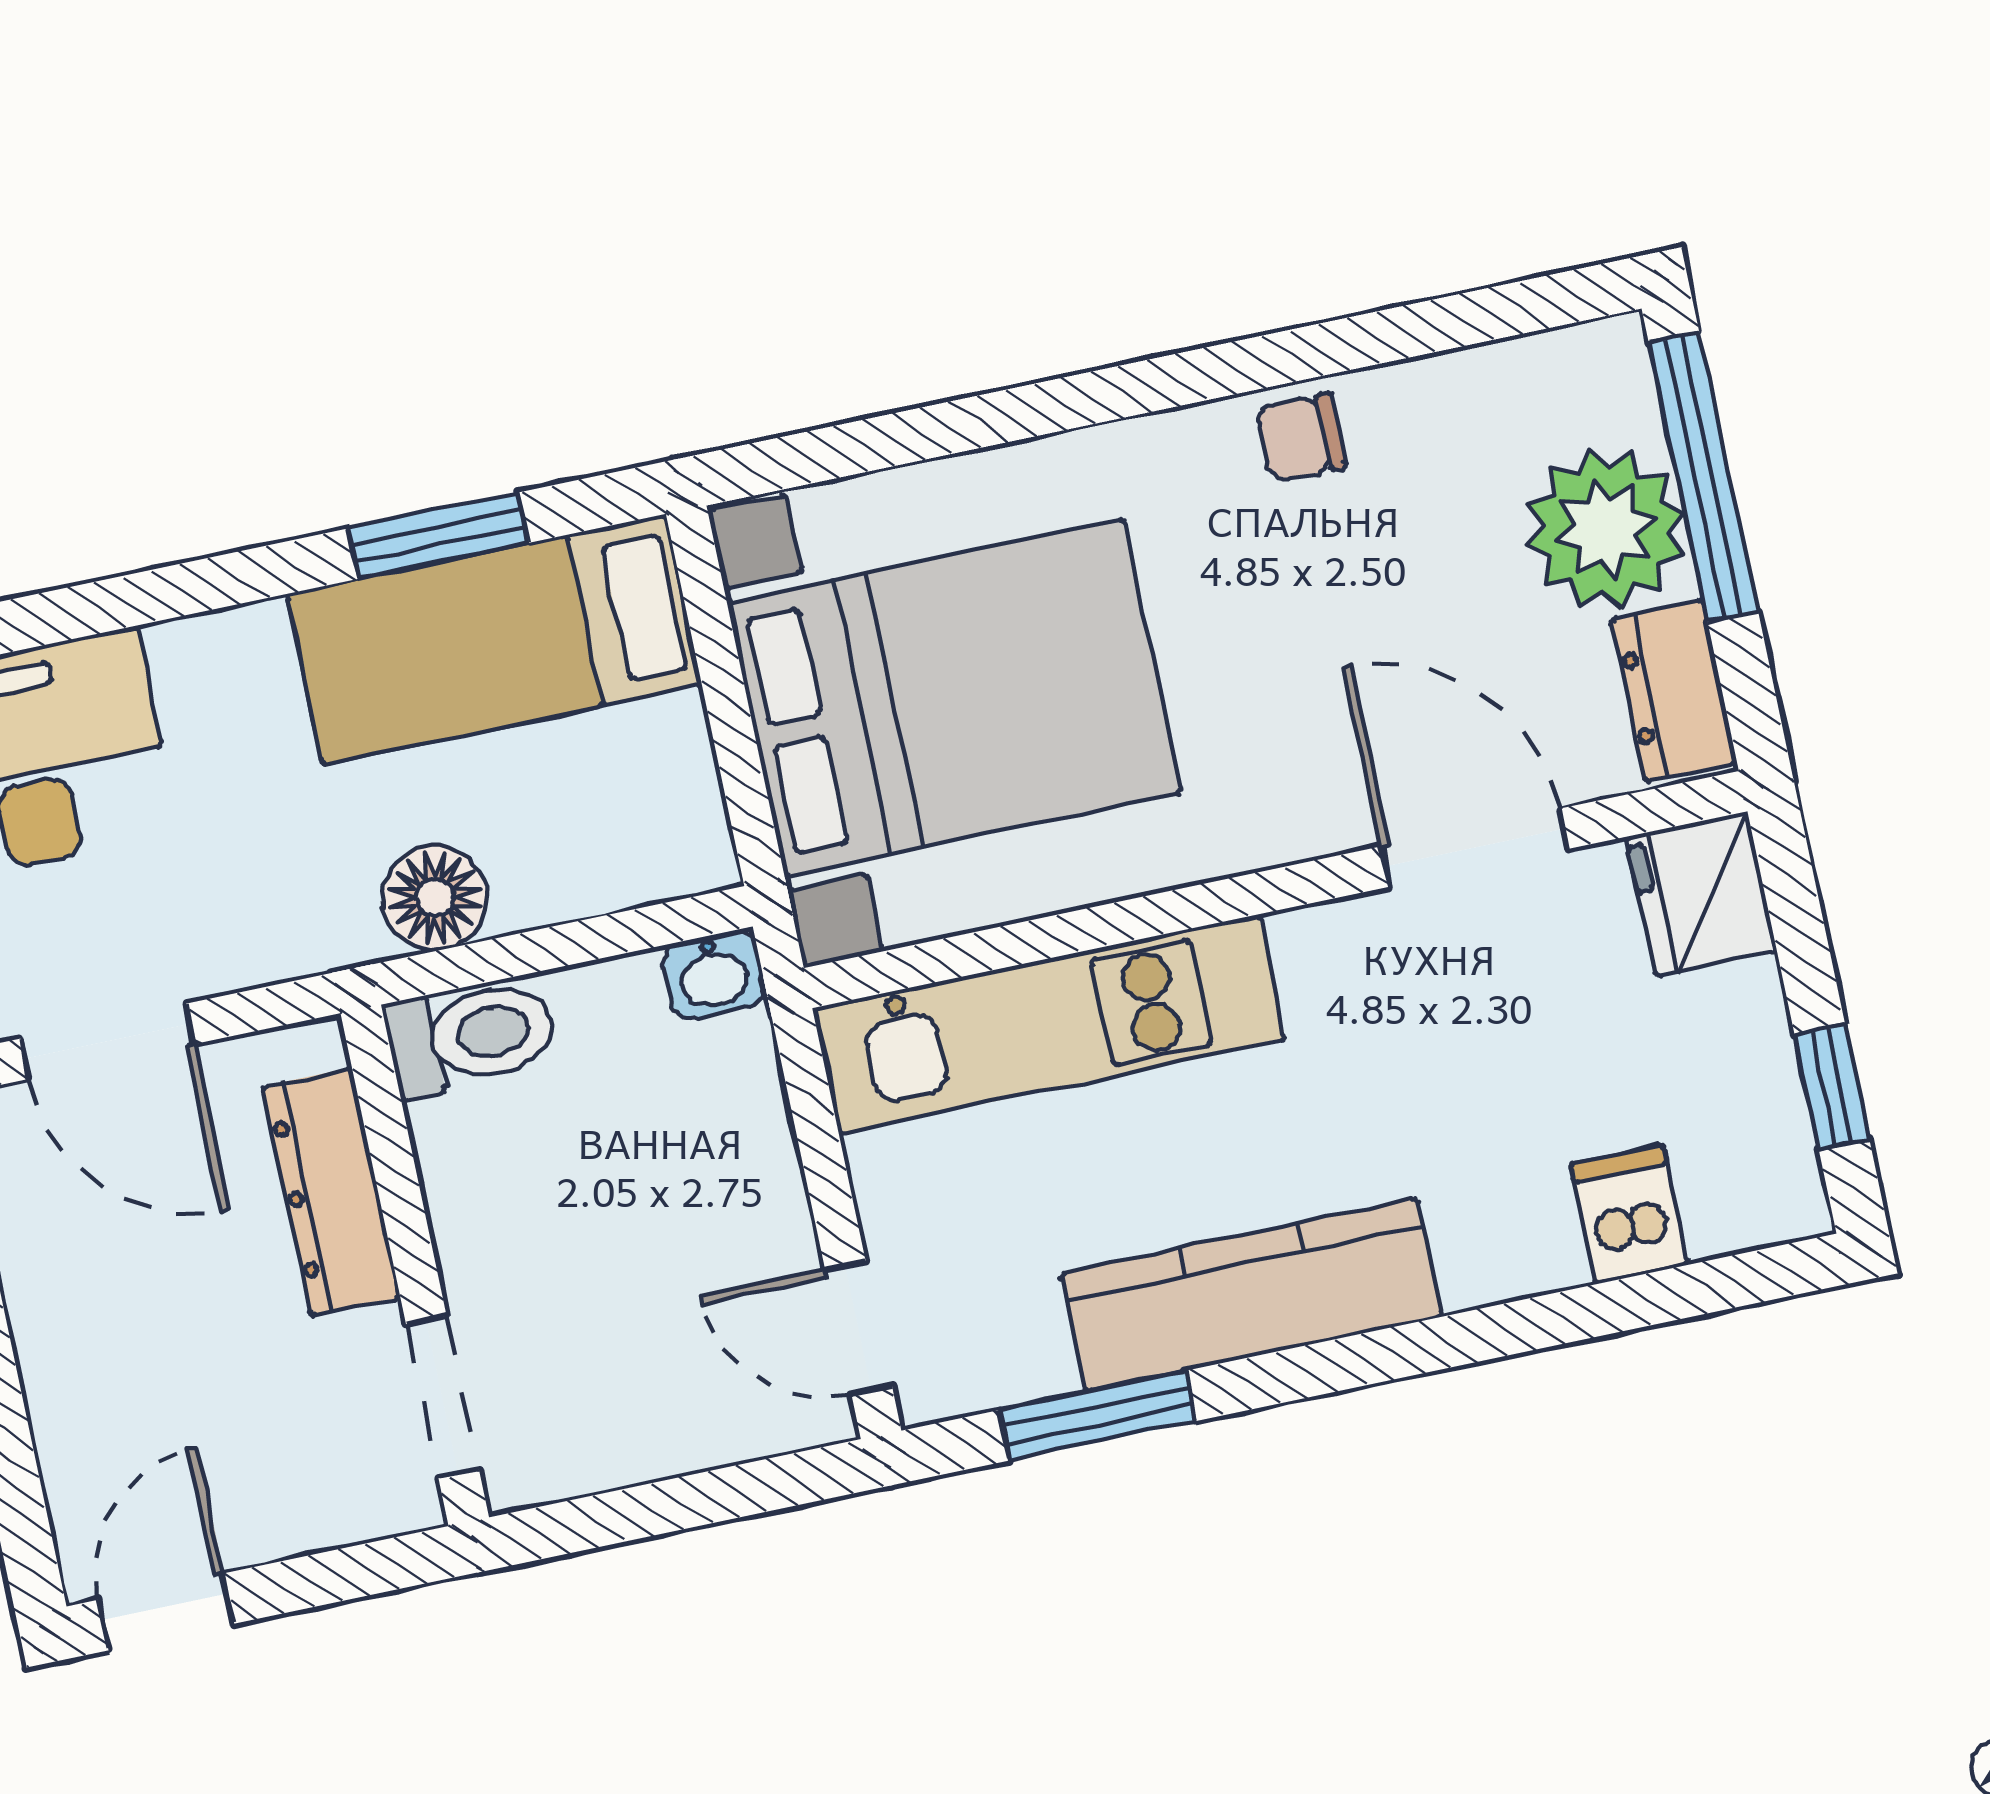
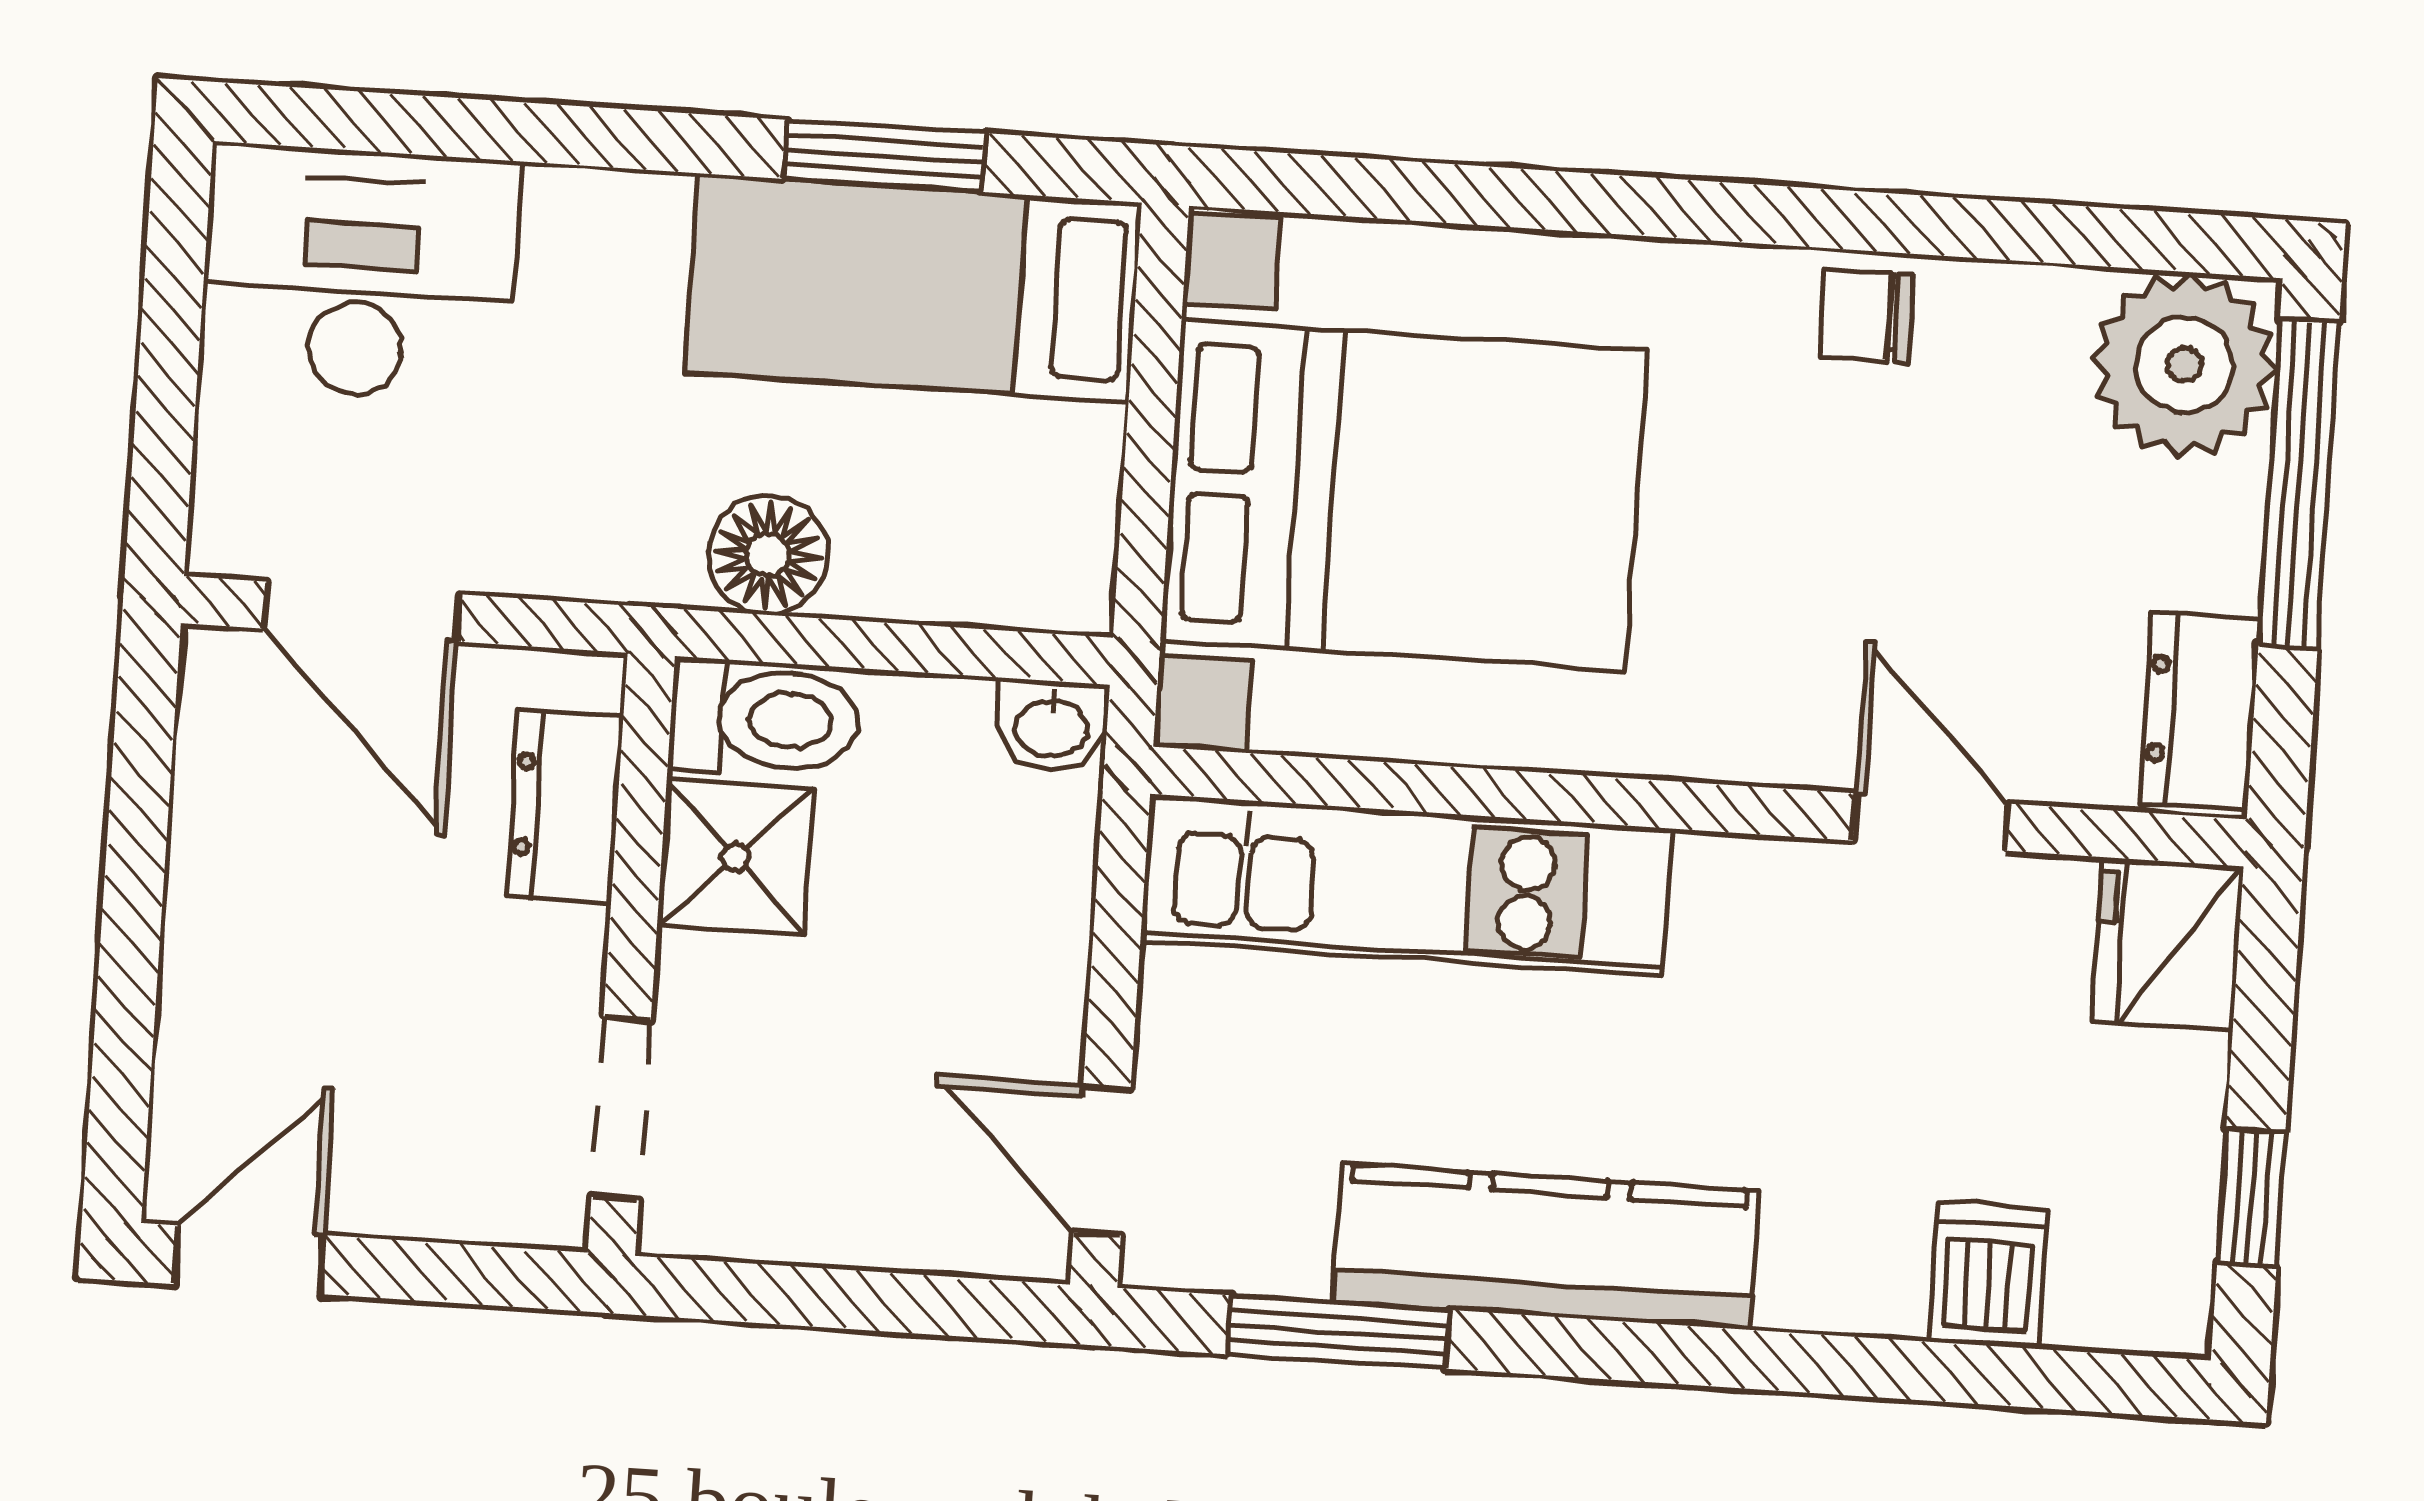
plant: (1605, 529) -> (2184, 365), moved
door: (1474, 848) -> (1931, 822), width x0.73
shower: (479, 1159) -> (735, 857), added
dresser: (331, 1192) -> (565, 807), width x0.70

